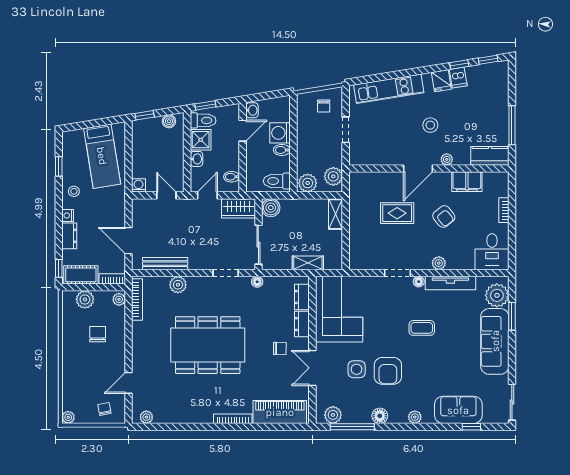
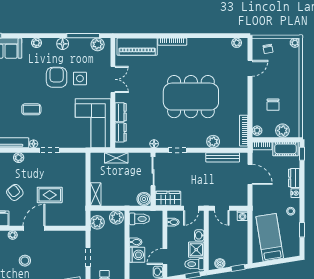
chair: (280, 349) -> (137, 94), removed

